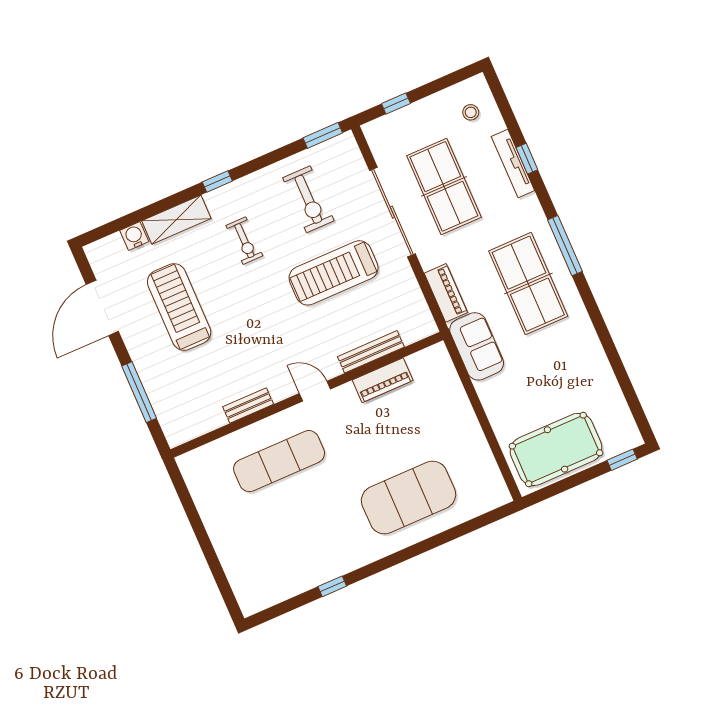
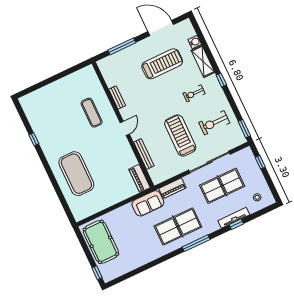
piano: (383, 380) -> (140, 178), moved
exercise mat: (279, 461) -> (92, 113), width x0.73, depth x0.69

